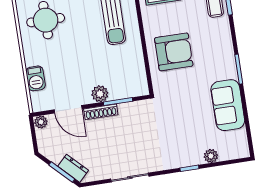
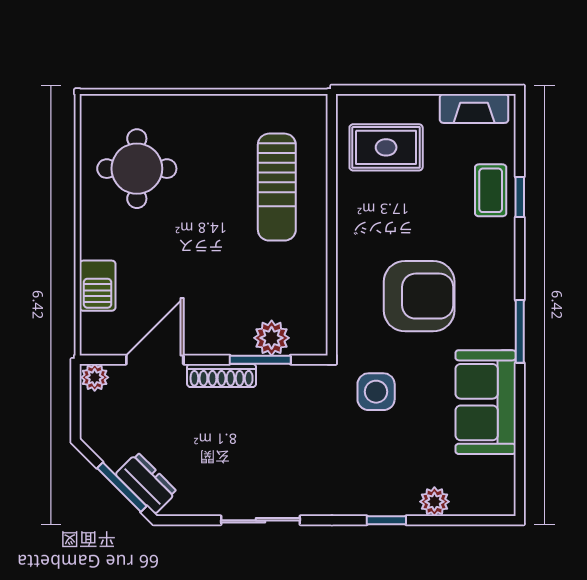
armchair: (174, 52) -> (419, 296), moved
plant: (100, 94) -> (272, 338), moved
side table: (175, 108) -> (376, 392), added
door: (68, 109) -> (155, 360), swing flipped

